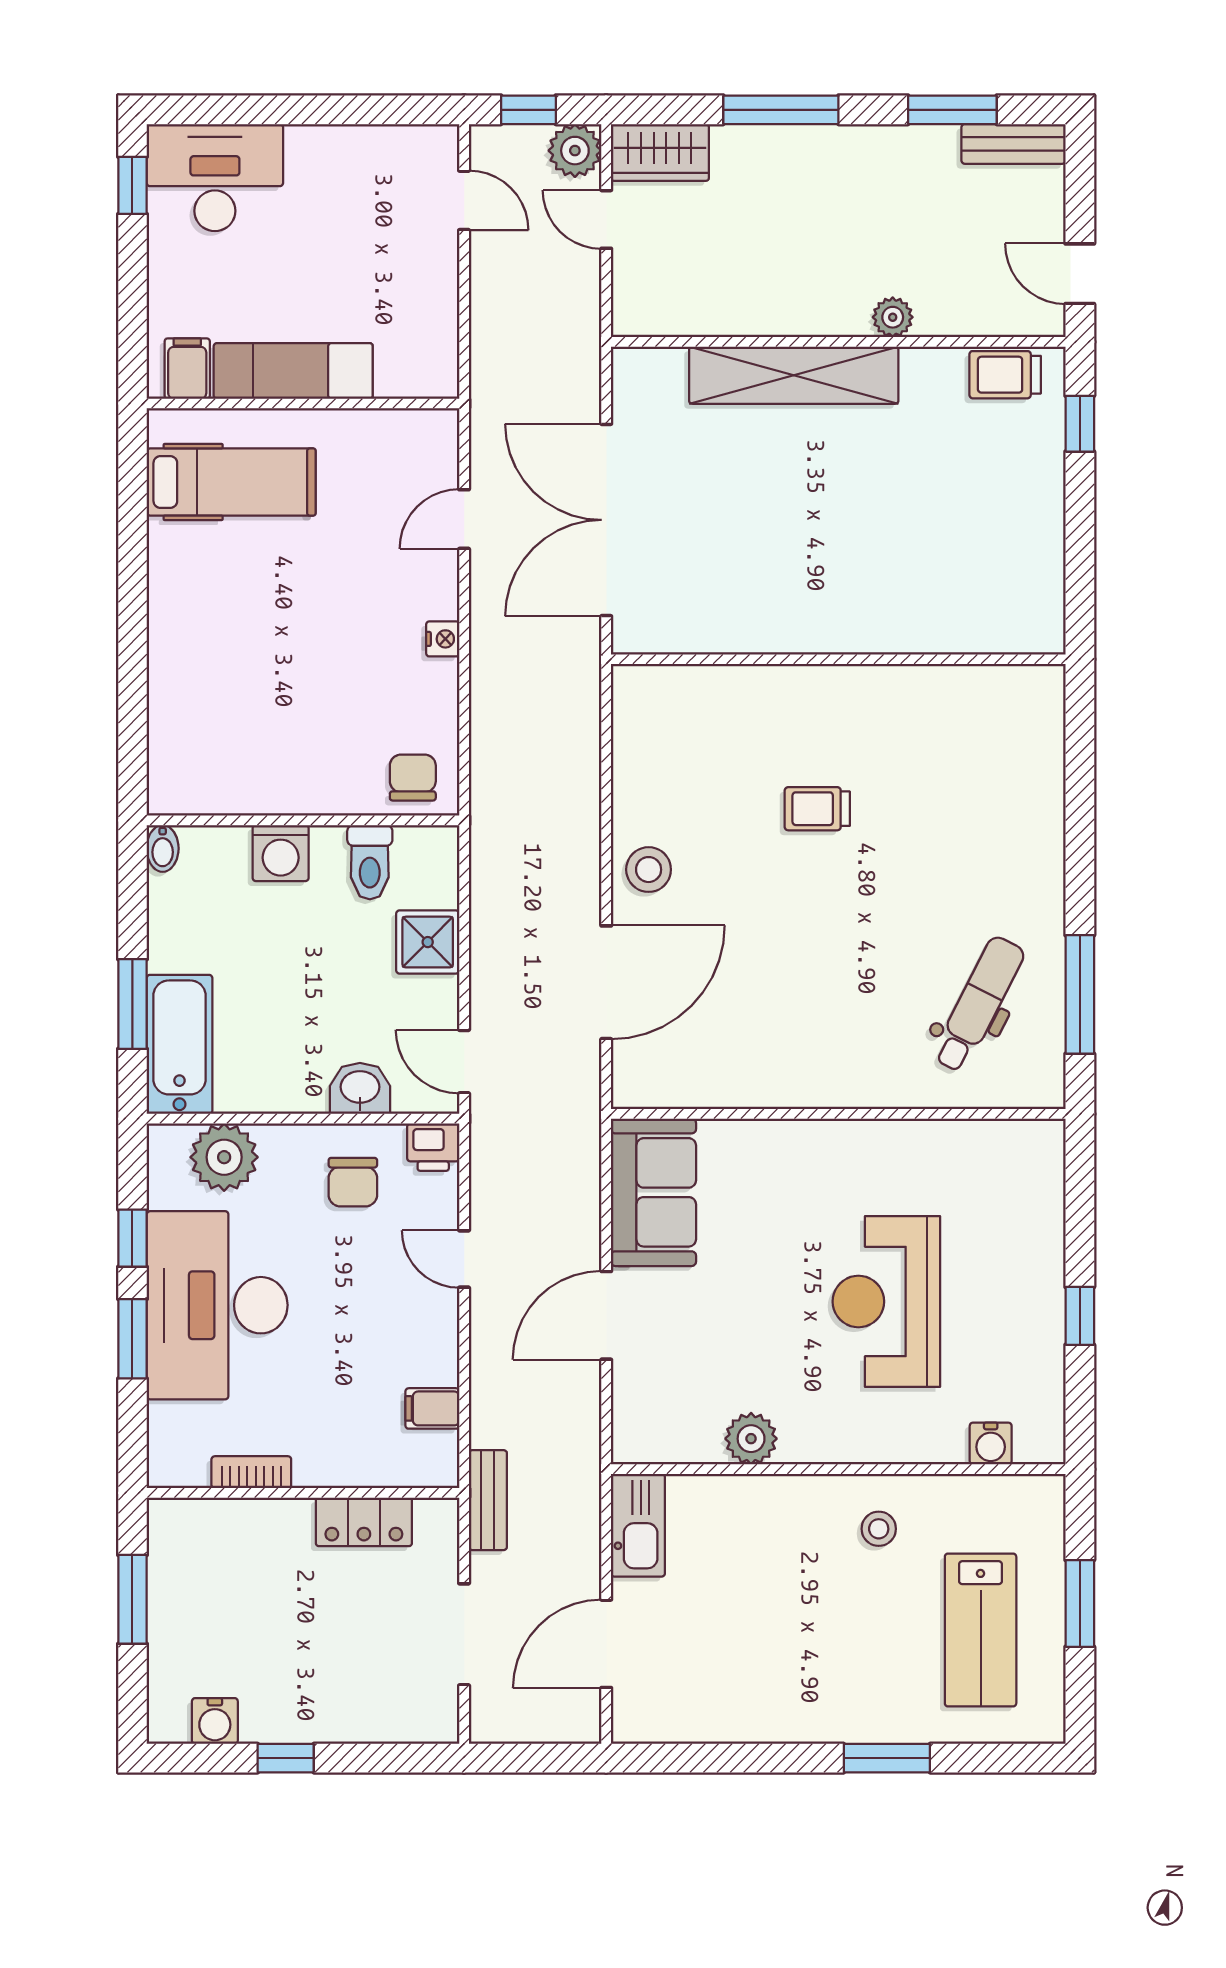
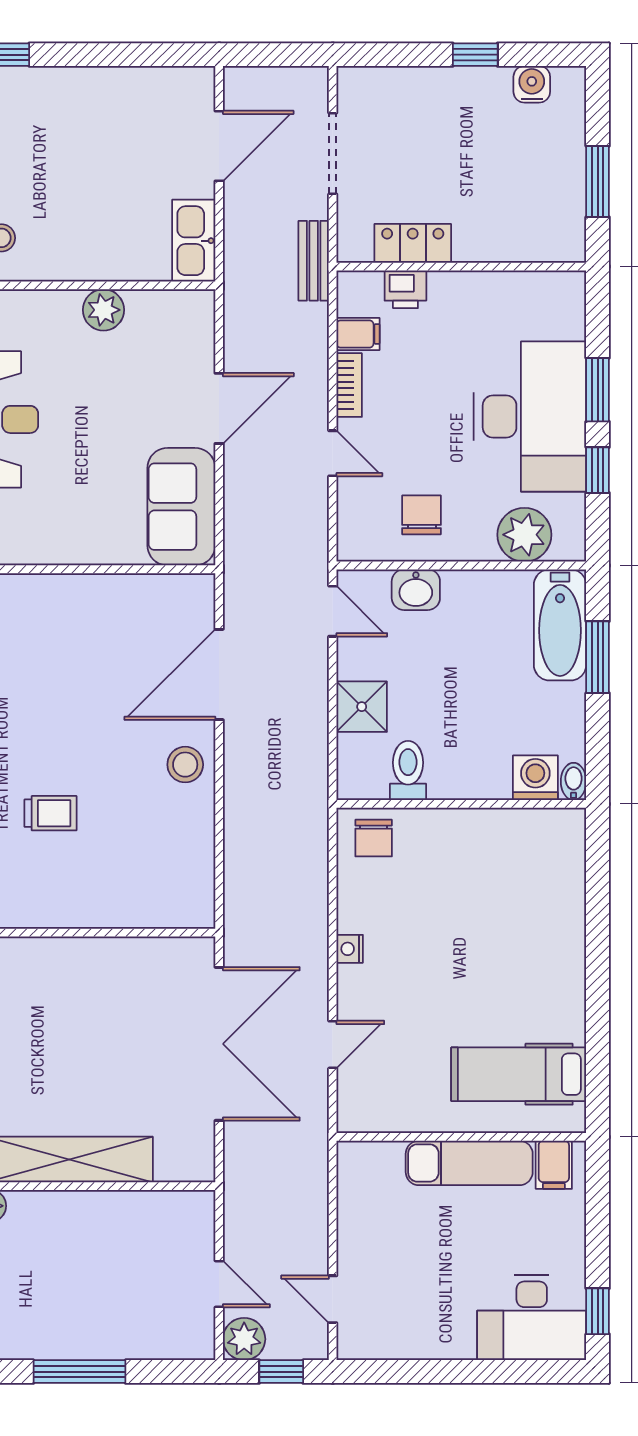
wardrobe: (660, 152) -> (176, 1337), removed
washing machine: (281, 853) -> (535, 778), moved
printer: (433, 1147) -> (405, 289), moved, turned 180
bookcase: (251, 1472) -> (349, 385), moved, turned -90

